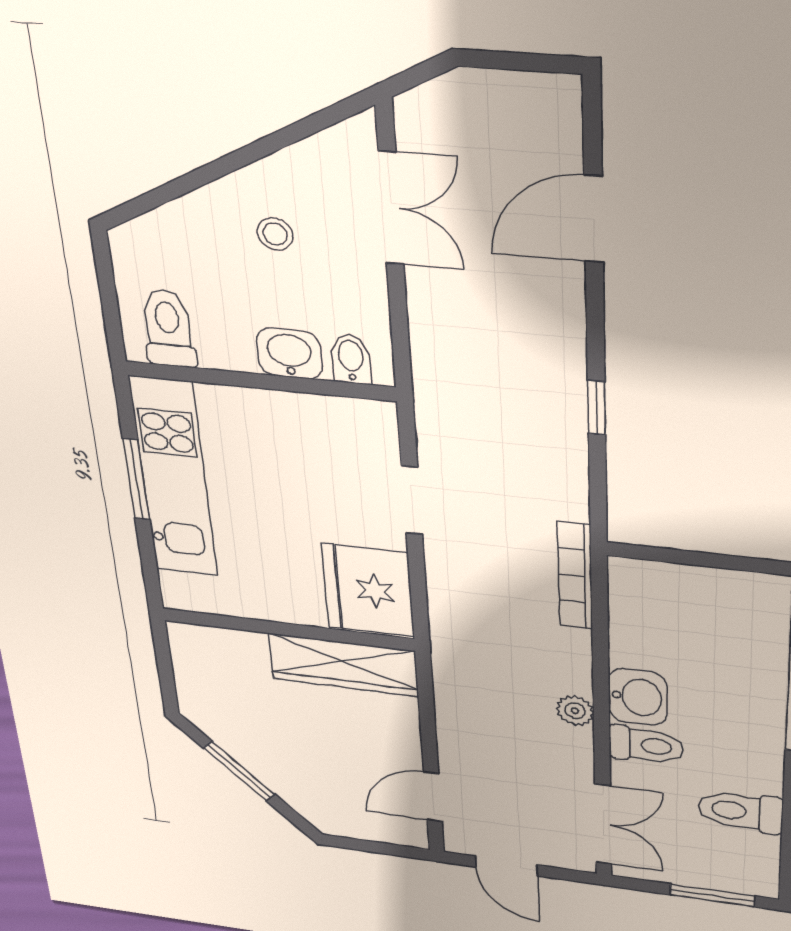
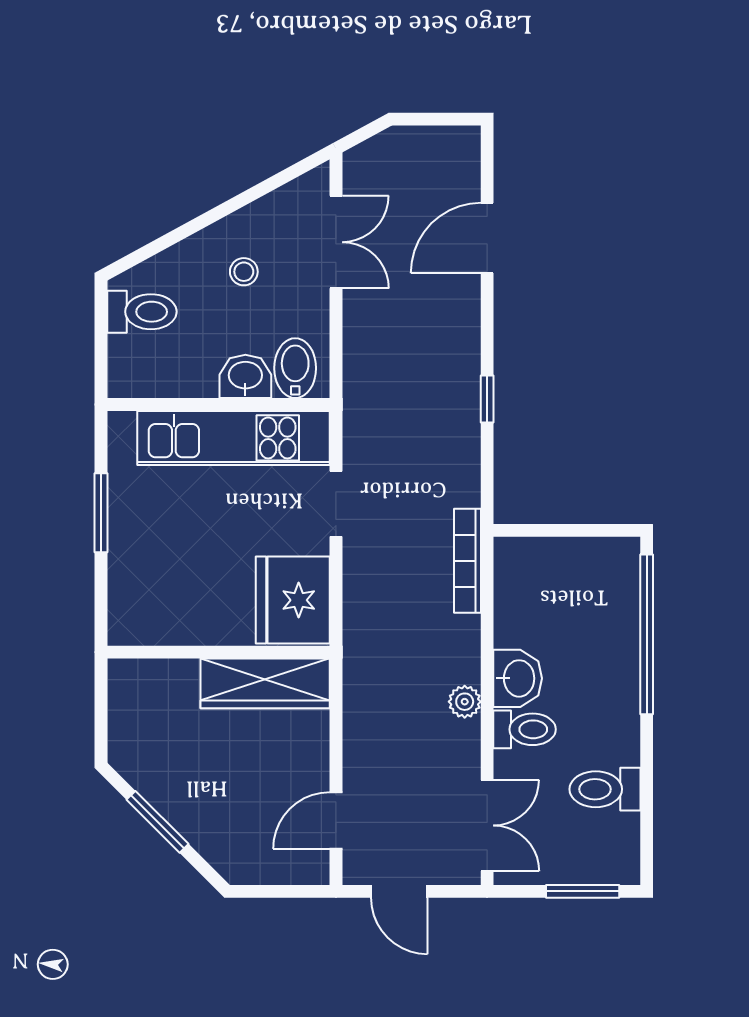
toilet: (168, 328) -> (142, 312), moved, turned 90
bidet: (351, 359) -> (295, 368), width x1.38, depth x1.36
kitchen unit: (174, 478) -> (234, 438), moved, turned 90

